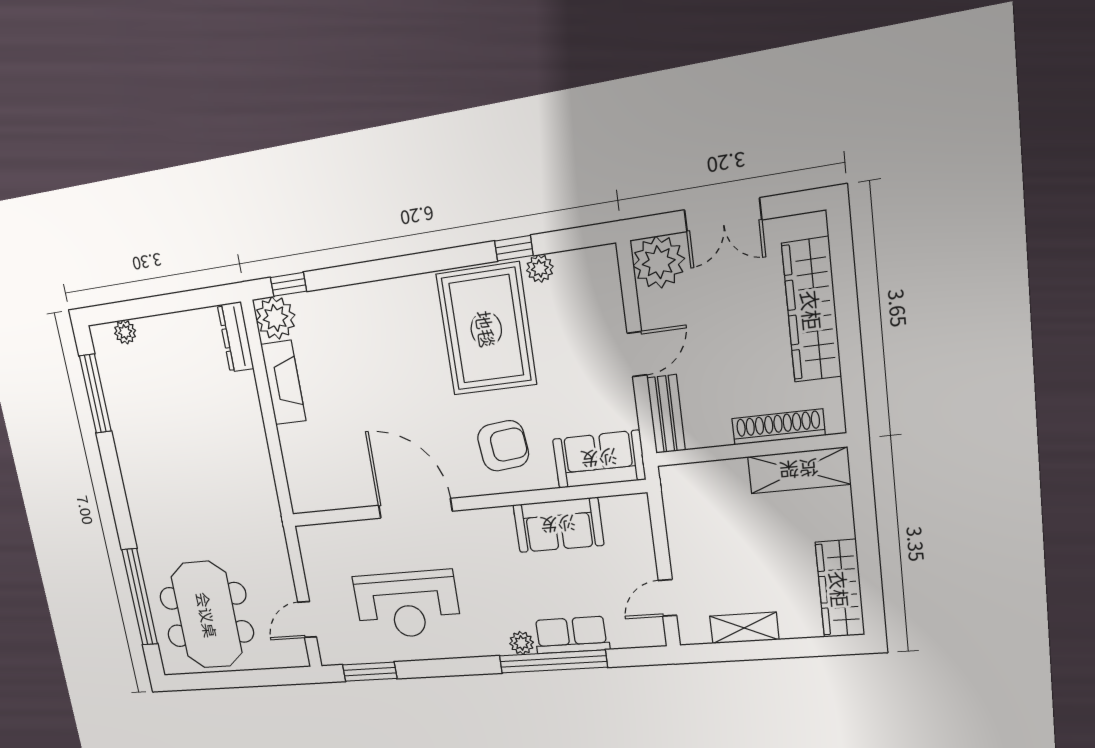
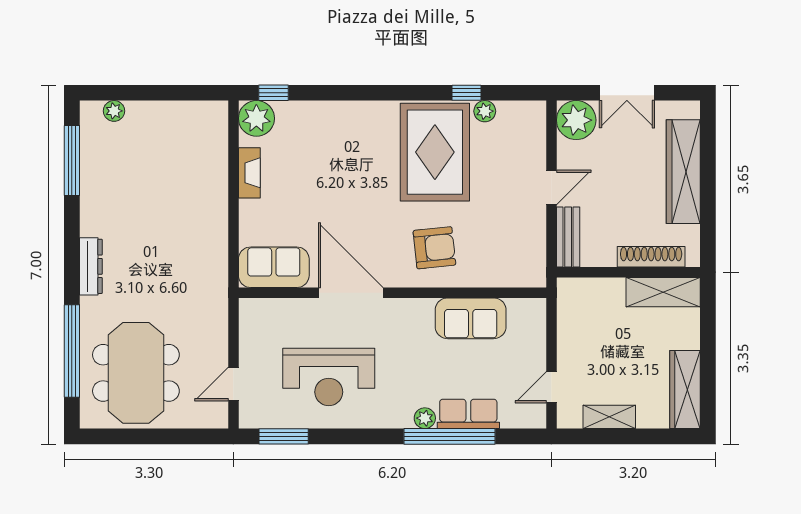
dresser: (236, 337) -> (91, 266), moved, turned 180
fireplace: (283, 383) -> (249, 173), width x0.73, depth x0.76
sofa: (599, 459) -> (274, 267), moved

